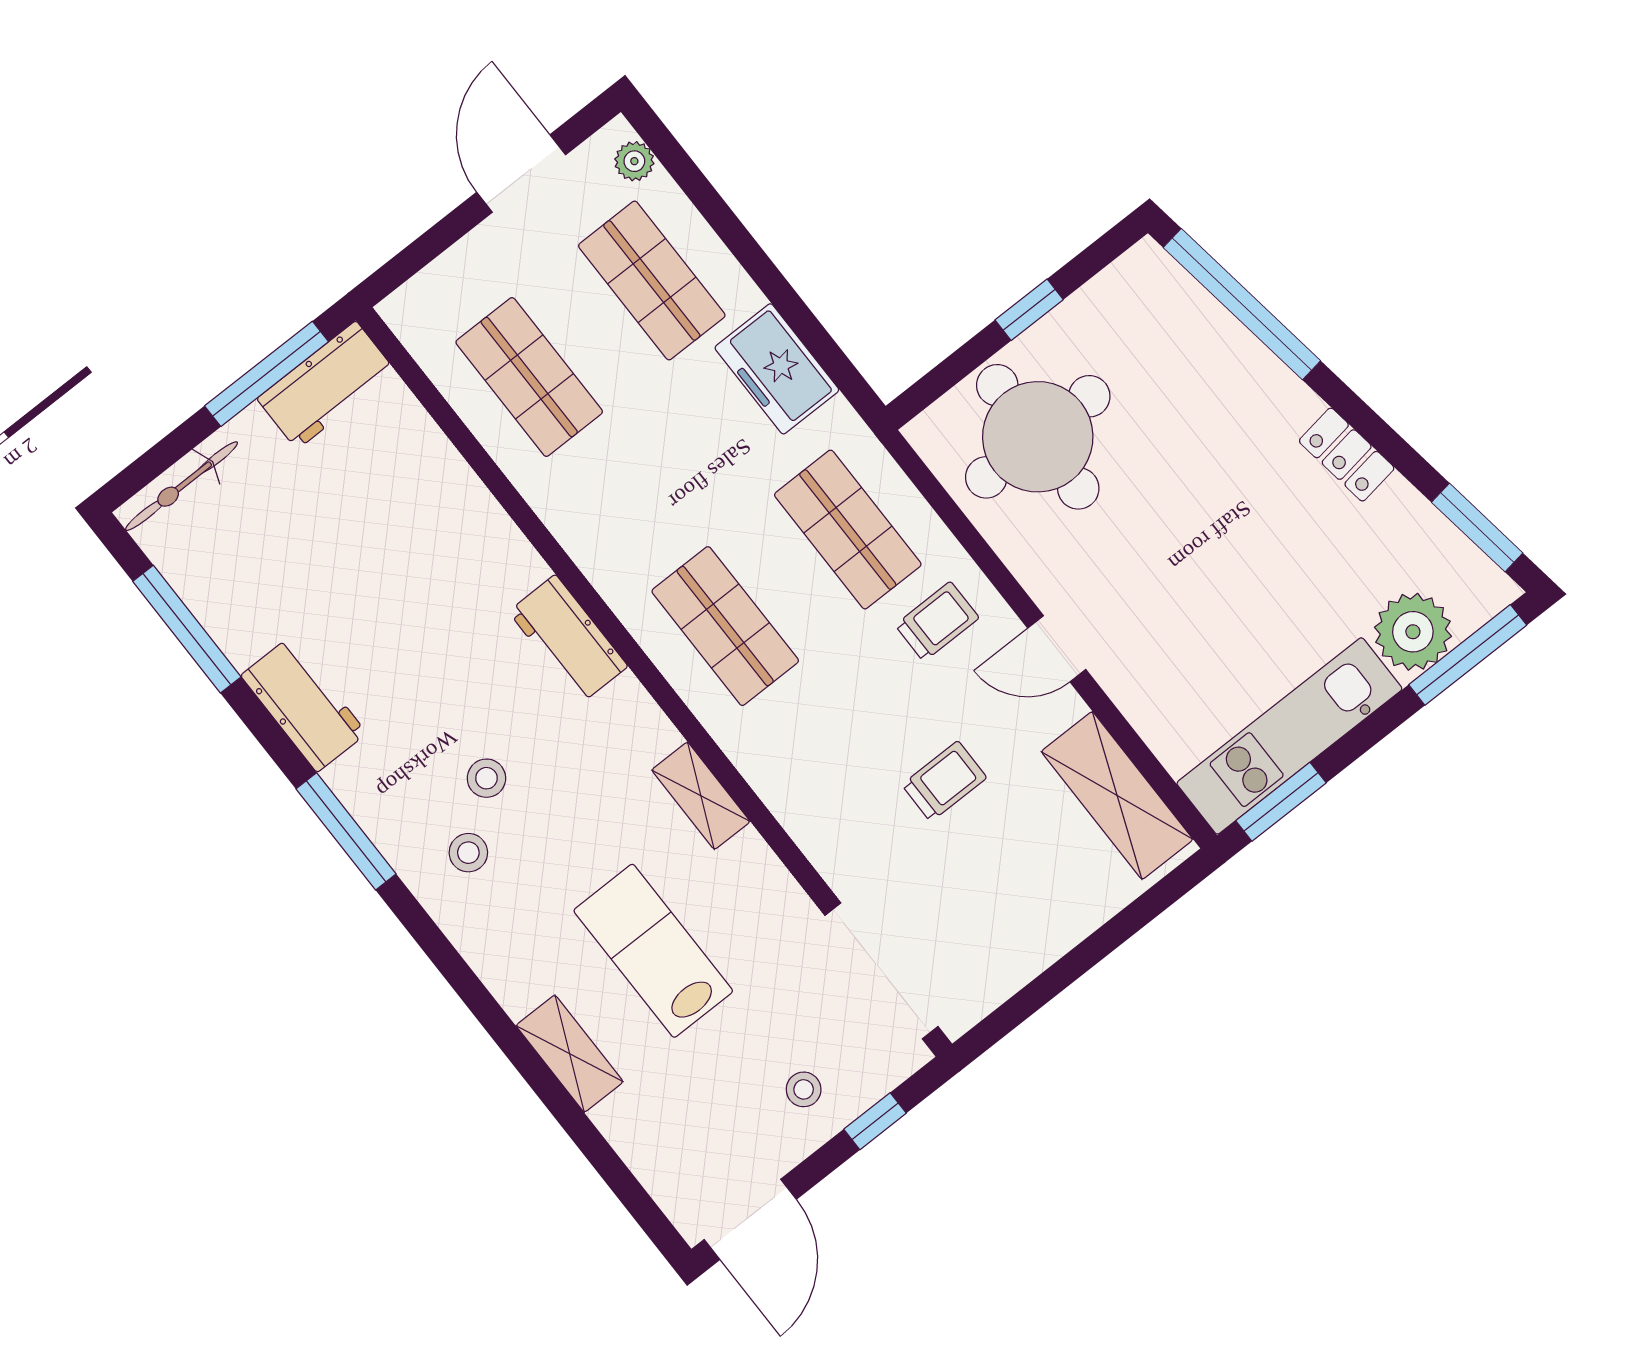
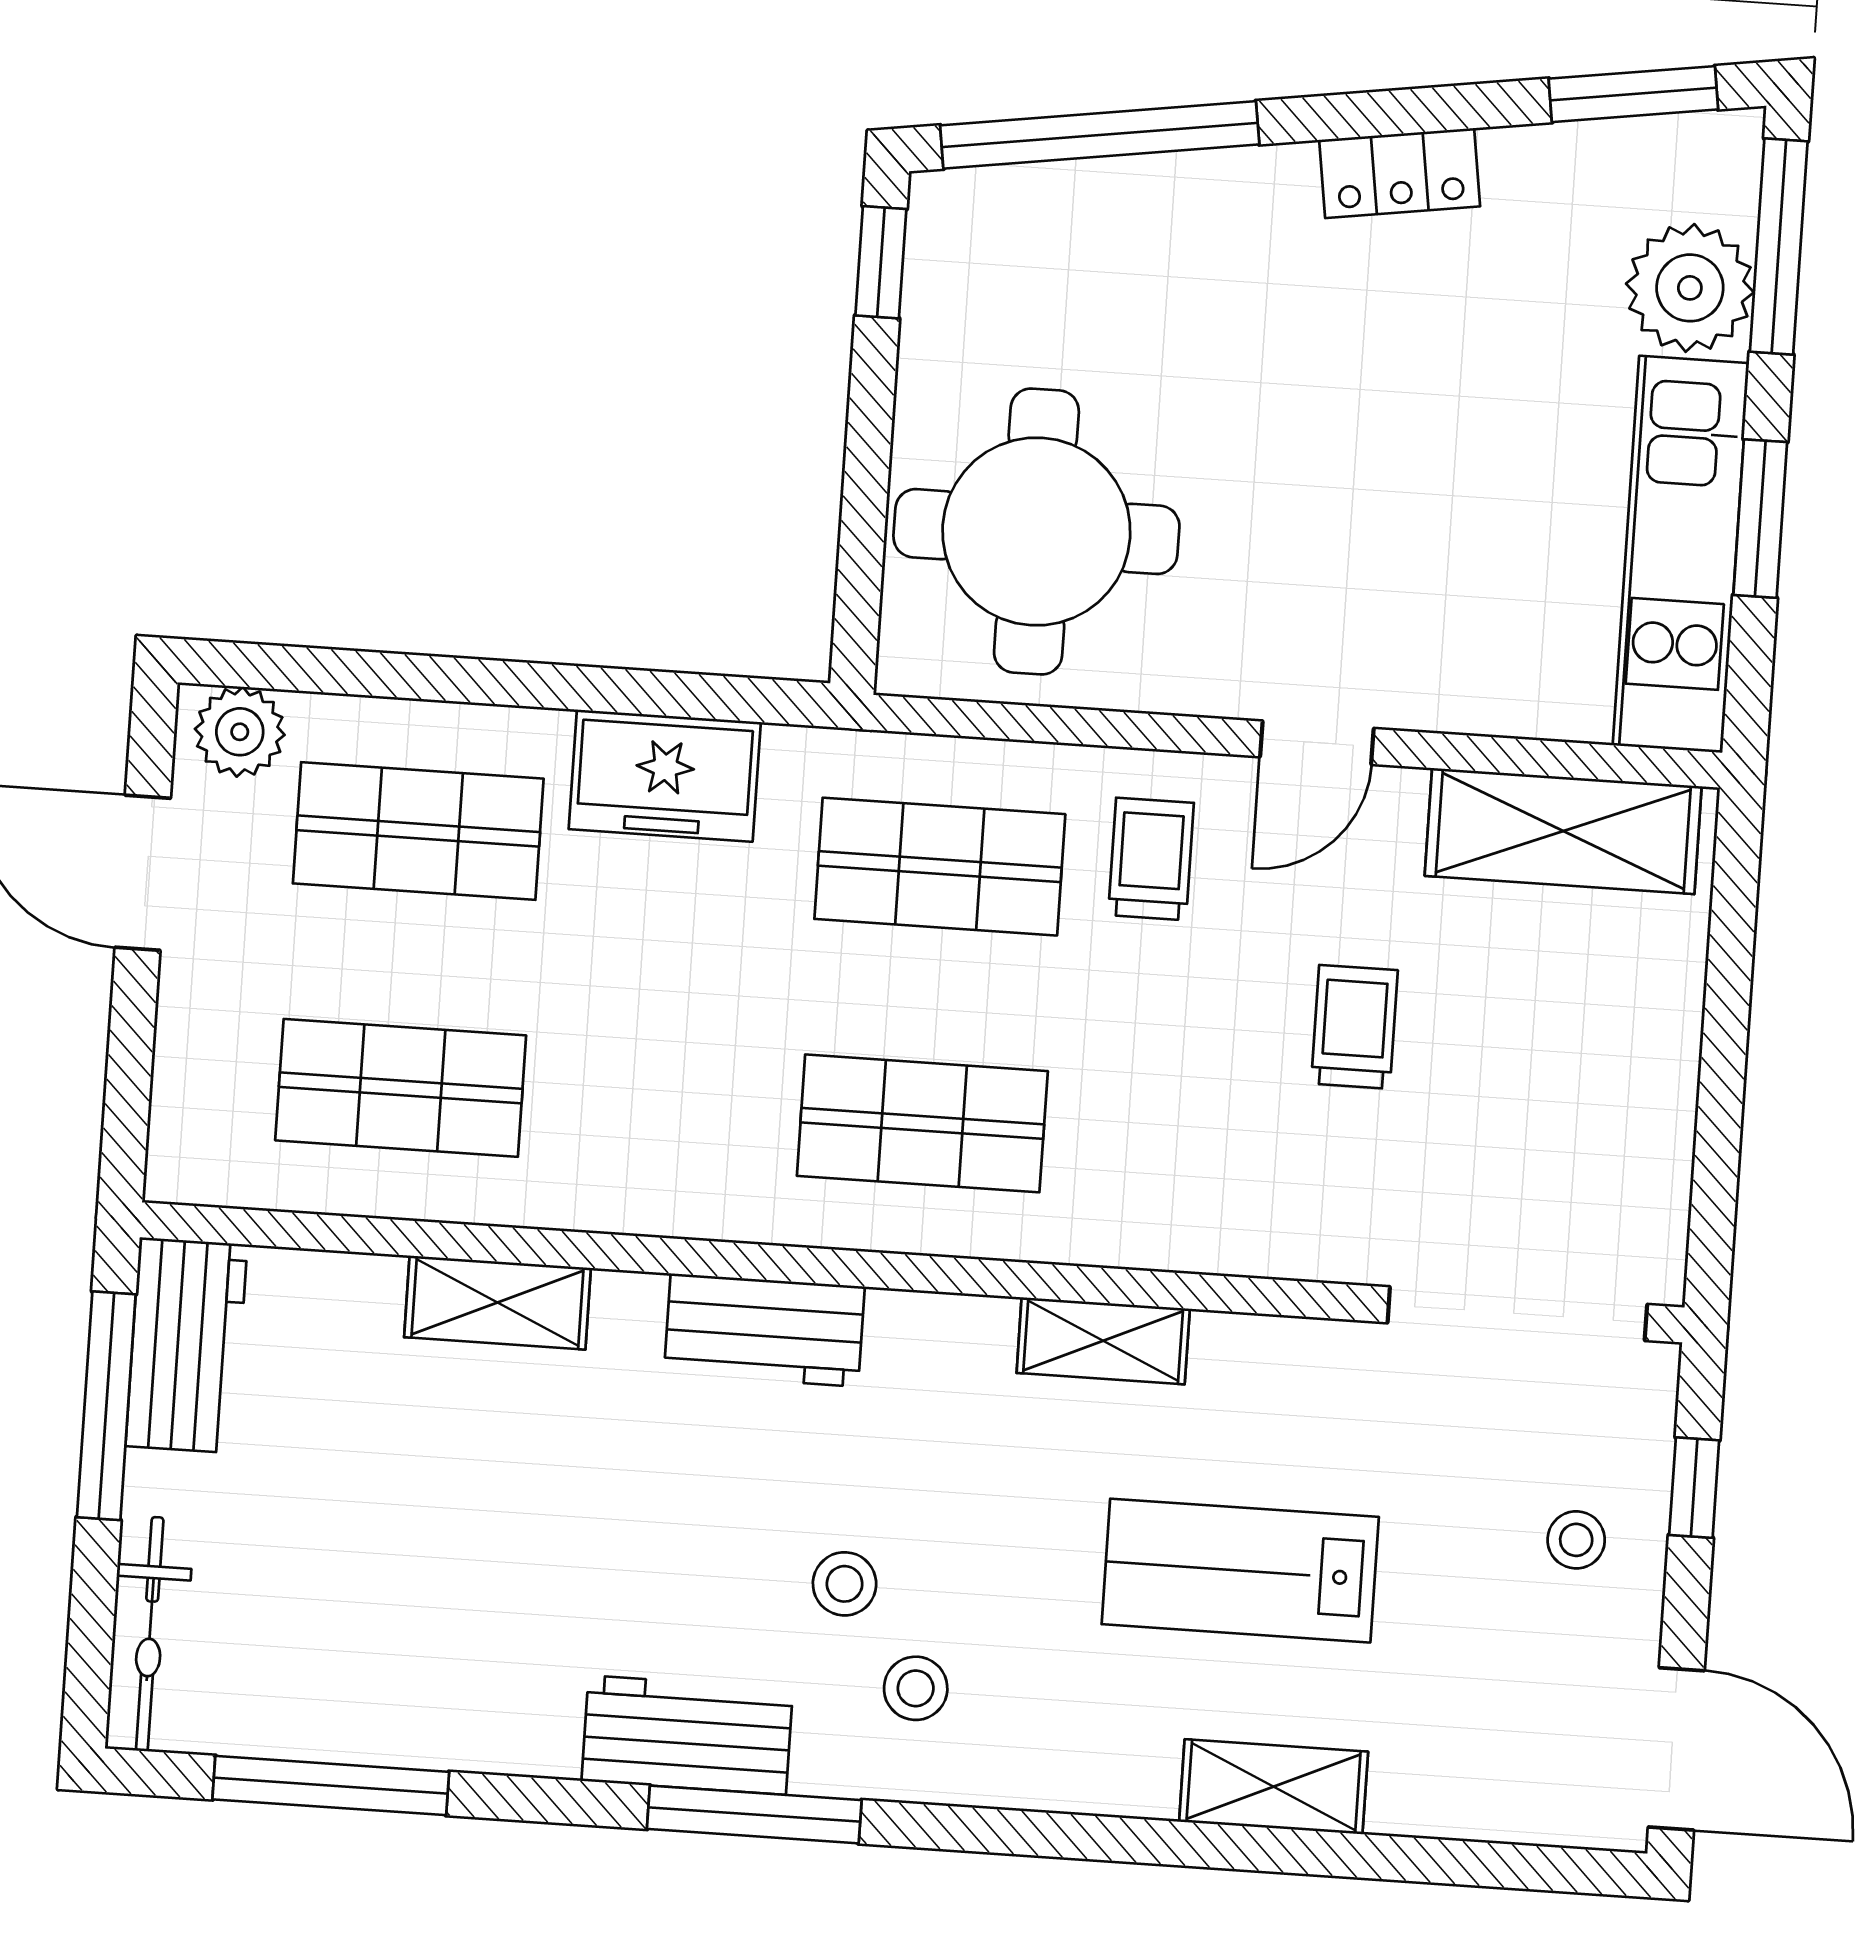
plant: (634, 161) -> (240, 732), width x1.38, depth x1.38
window: (1029, 310) -> (881, 262), moved
shelving: (472, 508) -> (498, 1302), added
workbench: (304, 704) -> (687, 1735), moved
window: (1281, 802) -> (1760, 519), moved

